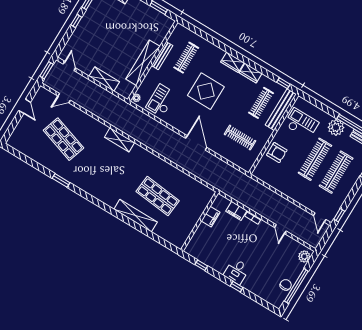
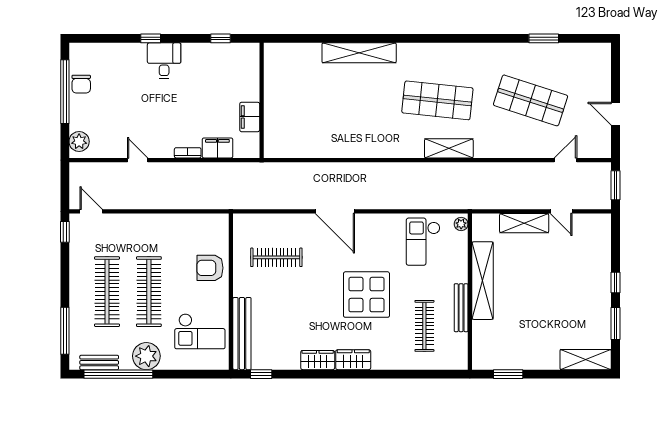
door: (69, 66) -> (561, 211), moved
checkout: (161, 101) -> (423, 242), turned 180
clothes rail: (261, 103) -> (276, 326), removed
window: (61, 180) -> (544, 38), moved
shop shelf: (158, 196) -> (437, 100), moved

